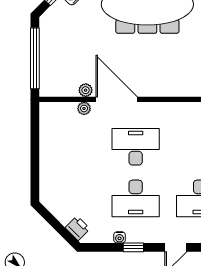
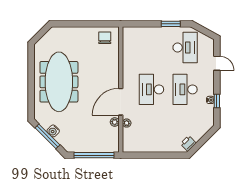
desk: (136, 198) -> (185, 89), turned 180
printer: (78, 228) -> (188, 143), moved
window: (133, 247) -> (217, 101), moved

